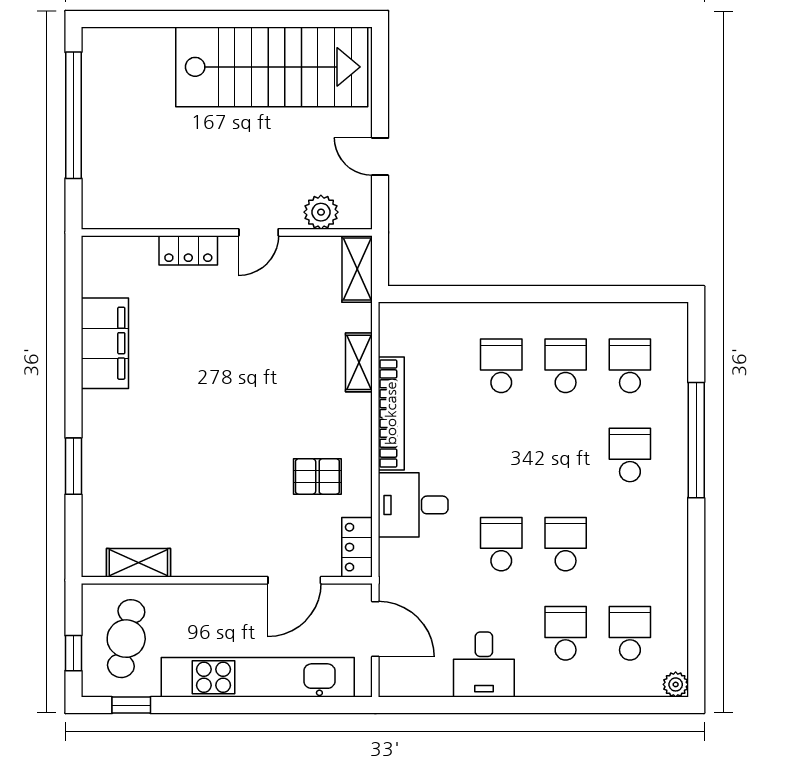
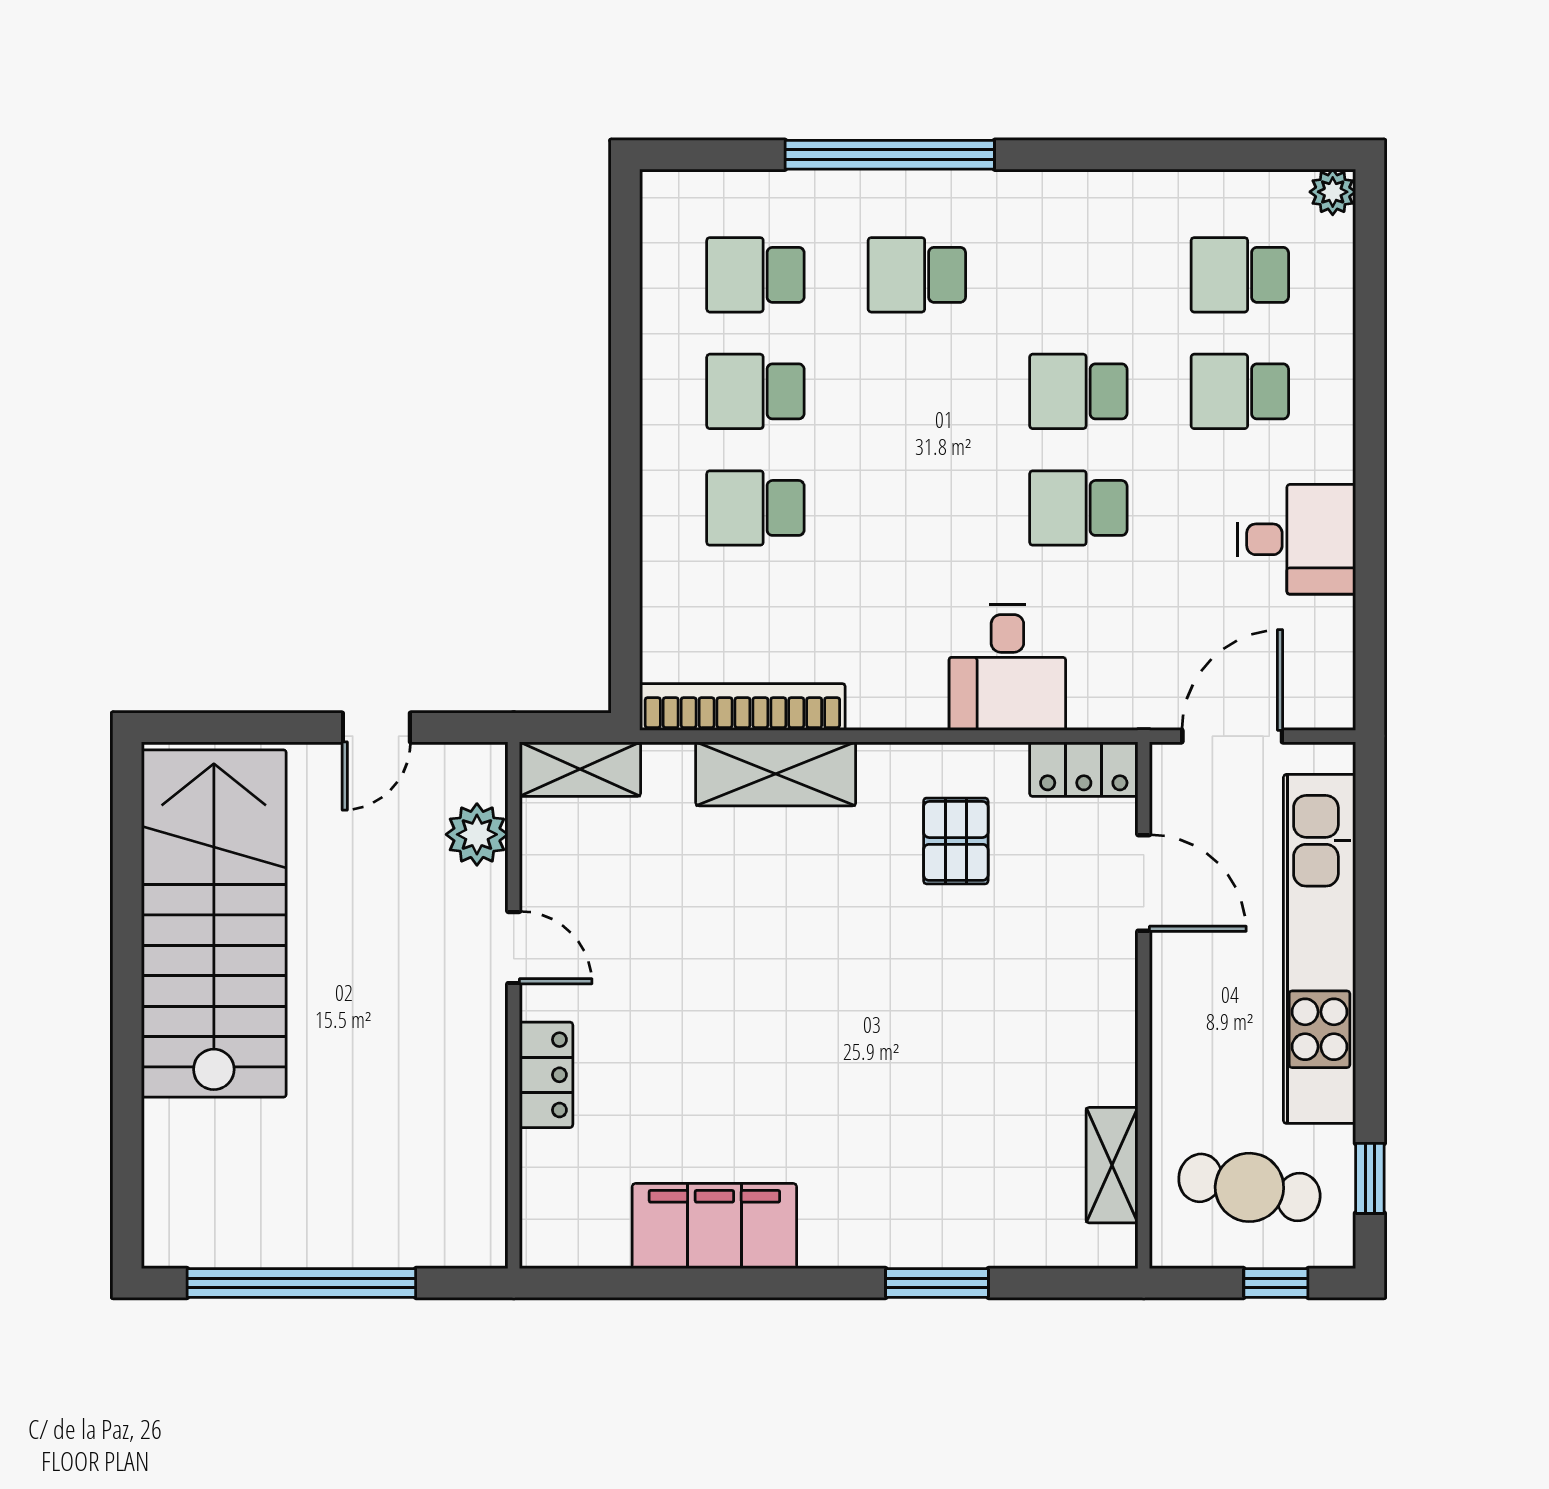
shelving: (359, 362) -> (776, 774), width x1.50, depth x1.33
bookcase: (391, 413) -> (742, 707), moved

